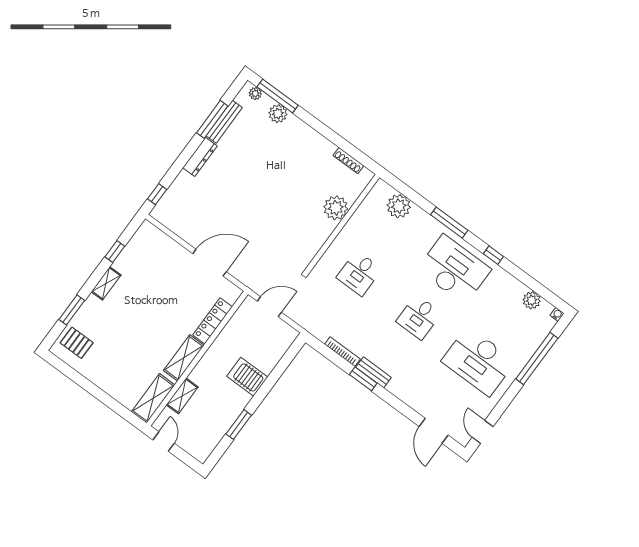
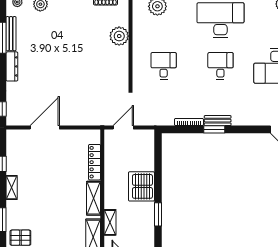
door: (210, 263) -> (45, 128), moved
desk: (359, 273) -> (164, 66), turned 180
desk: (419, 317) -> (220, 66), turned 180
server rack: (247, 377) -> (141, 186), width x1.60

